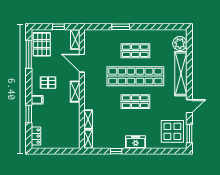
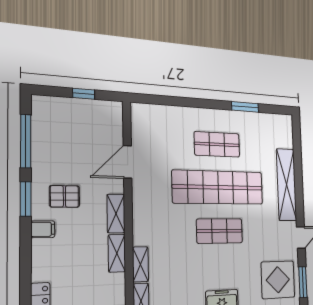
window: (121, 27) -> (245, 107), moved
shelving: (75, 39) -> (117, 253), moved
plant: (180, 43) -> (283, 136), removed
pallet: (42, 44) -> (52, 124), removed
door: (82, 63) -> (128, 162), hinge flipped
window: (29, 114) -> (26, 199), moved

